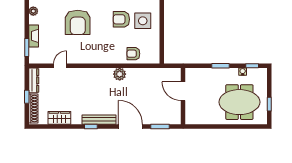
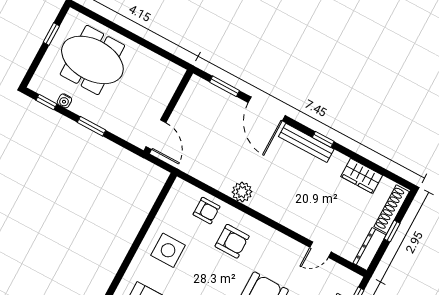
armchair: (121, 19) -> (232, 241), moved
door: (183, 91) -> (156, 135), moved

